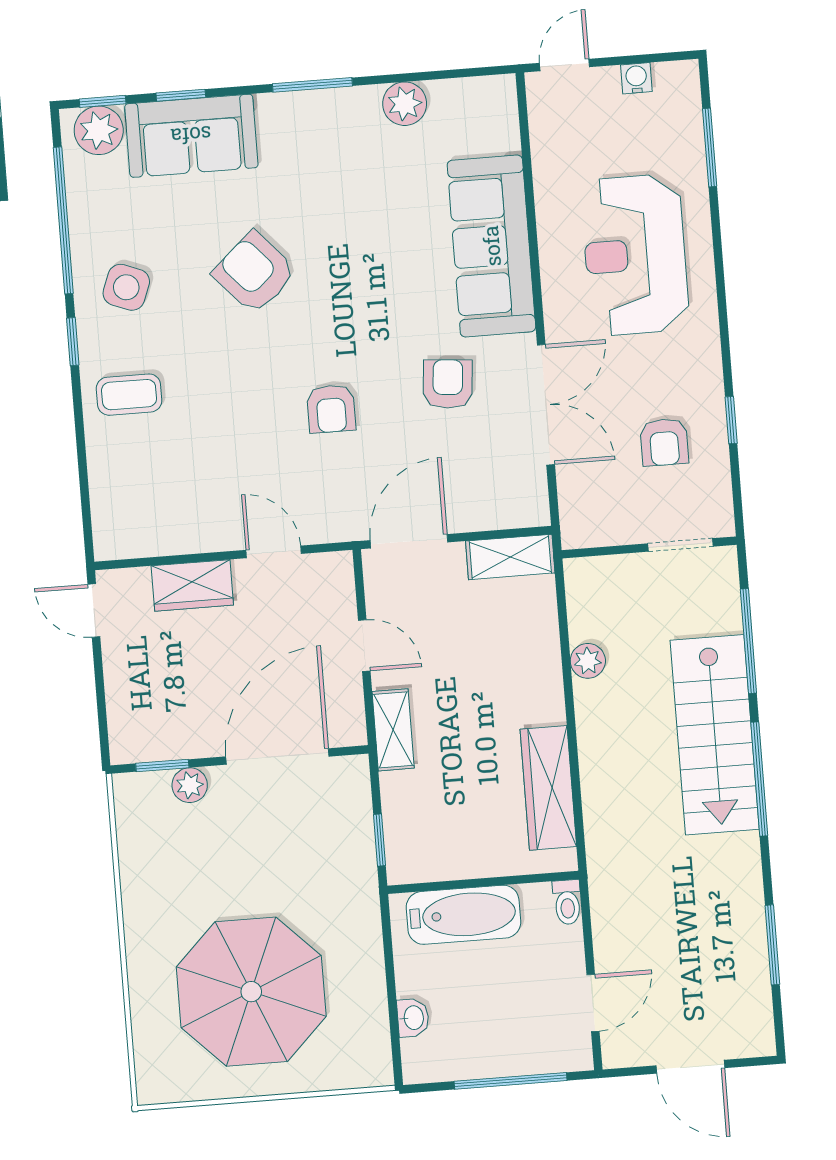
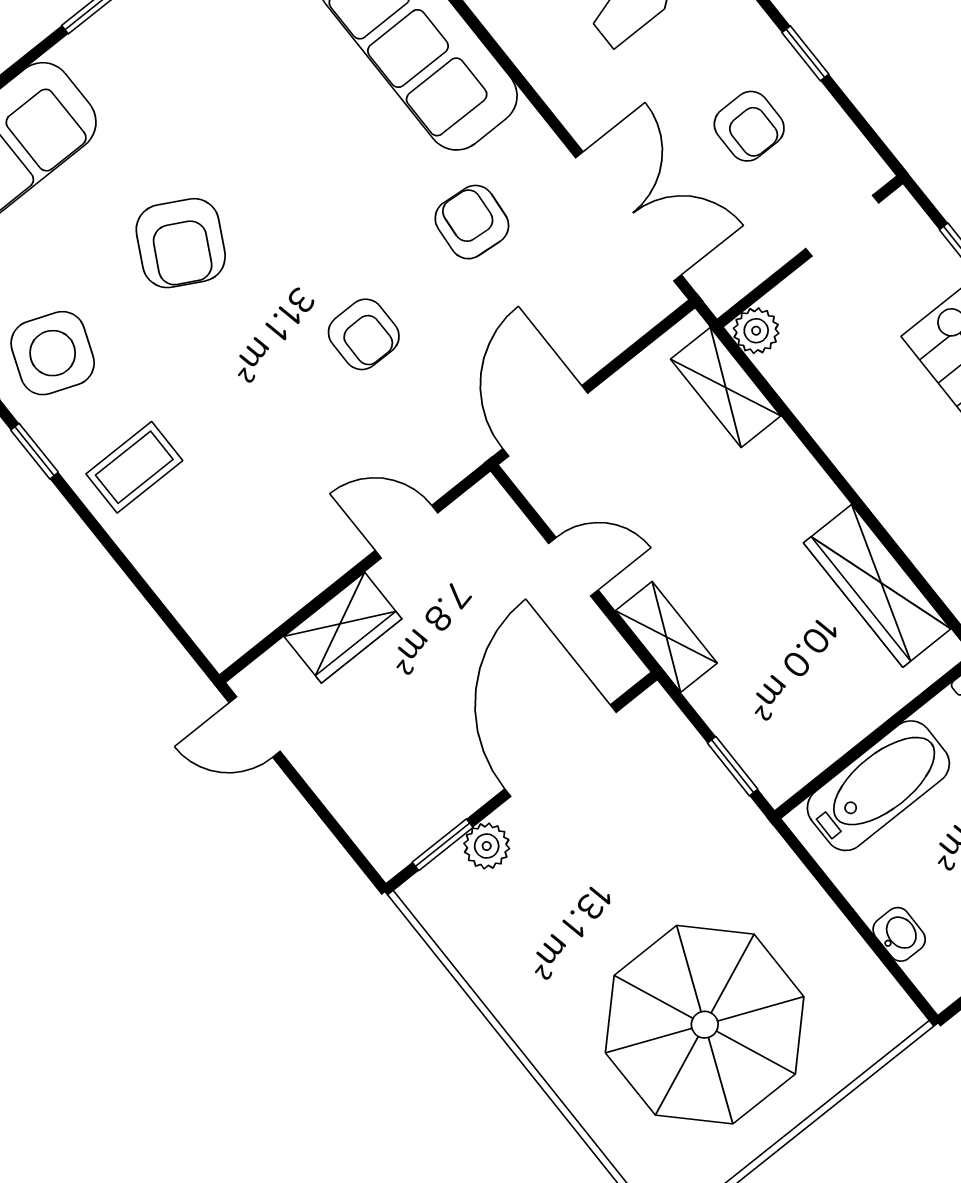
armchair: (254, 273) -> (181, 243), turned -110
side table: (126, 287) -> (53, 353), width x1.37, depth x1.37
double door: (546, 405) -> (629, 216), moved
shelving: (510, 557) -> (726, 388), moved, turned 90
plant: (588, 661) -> (756, 331), moved

